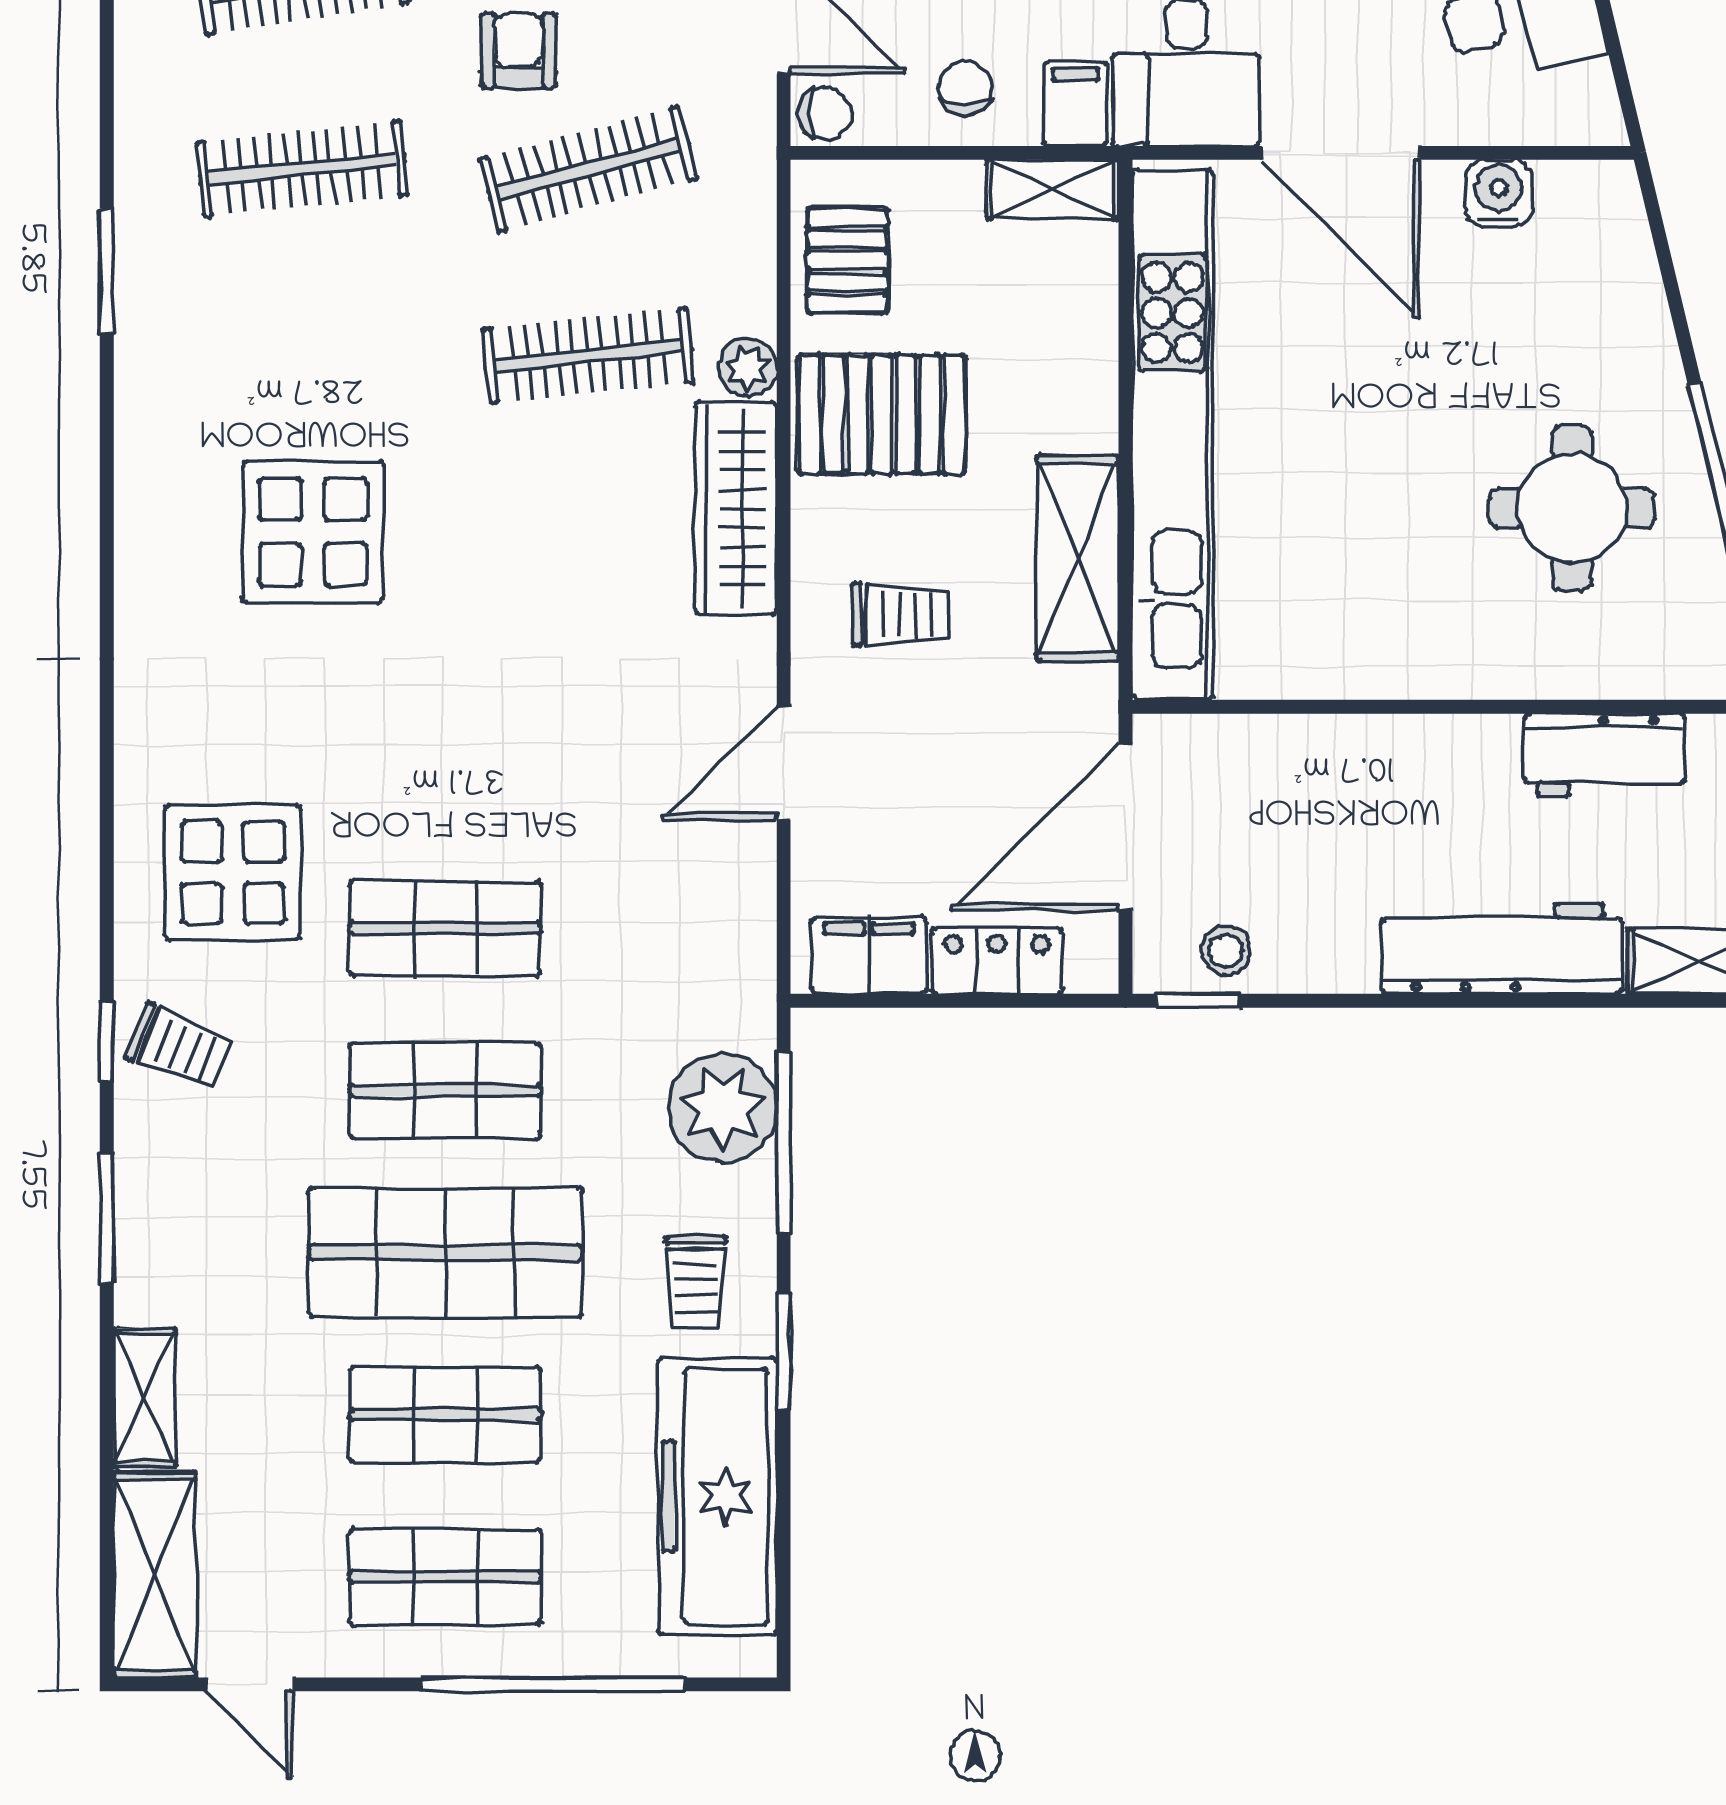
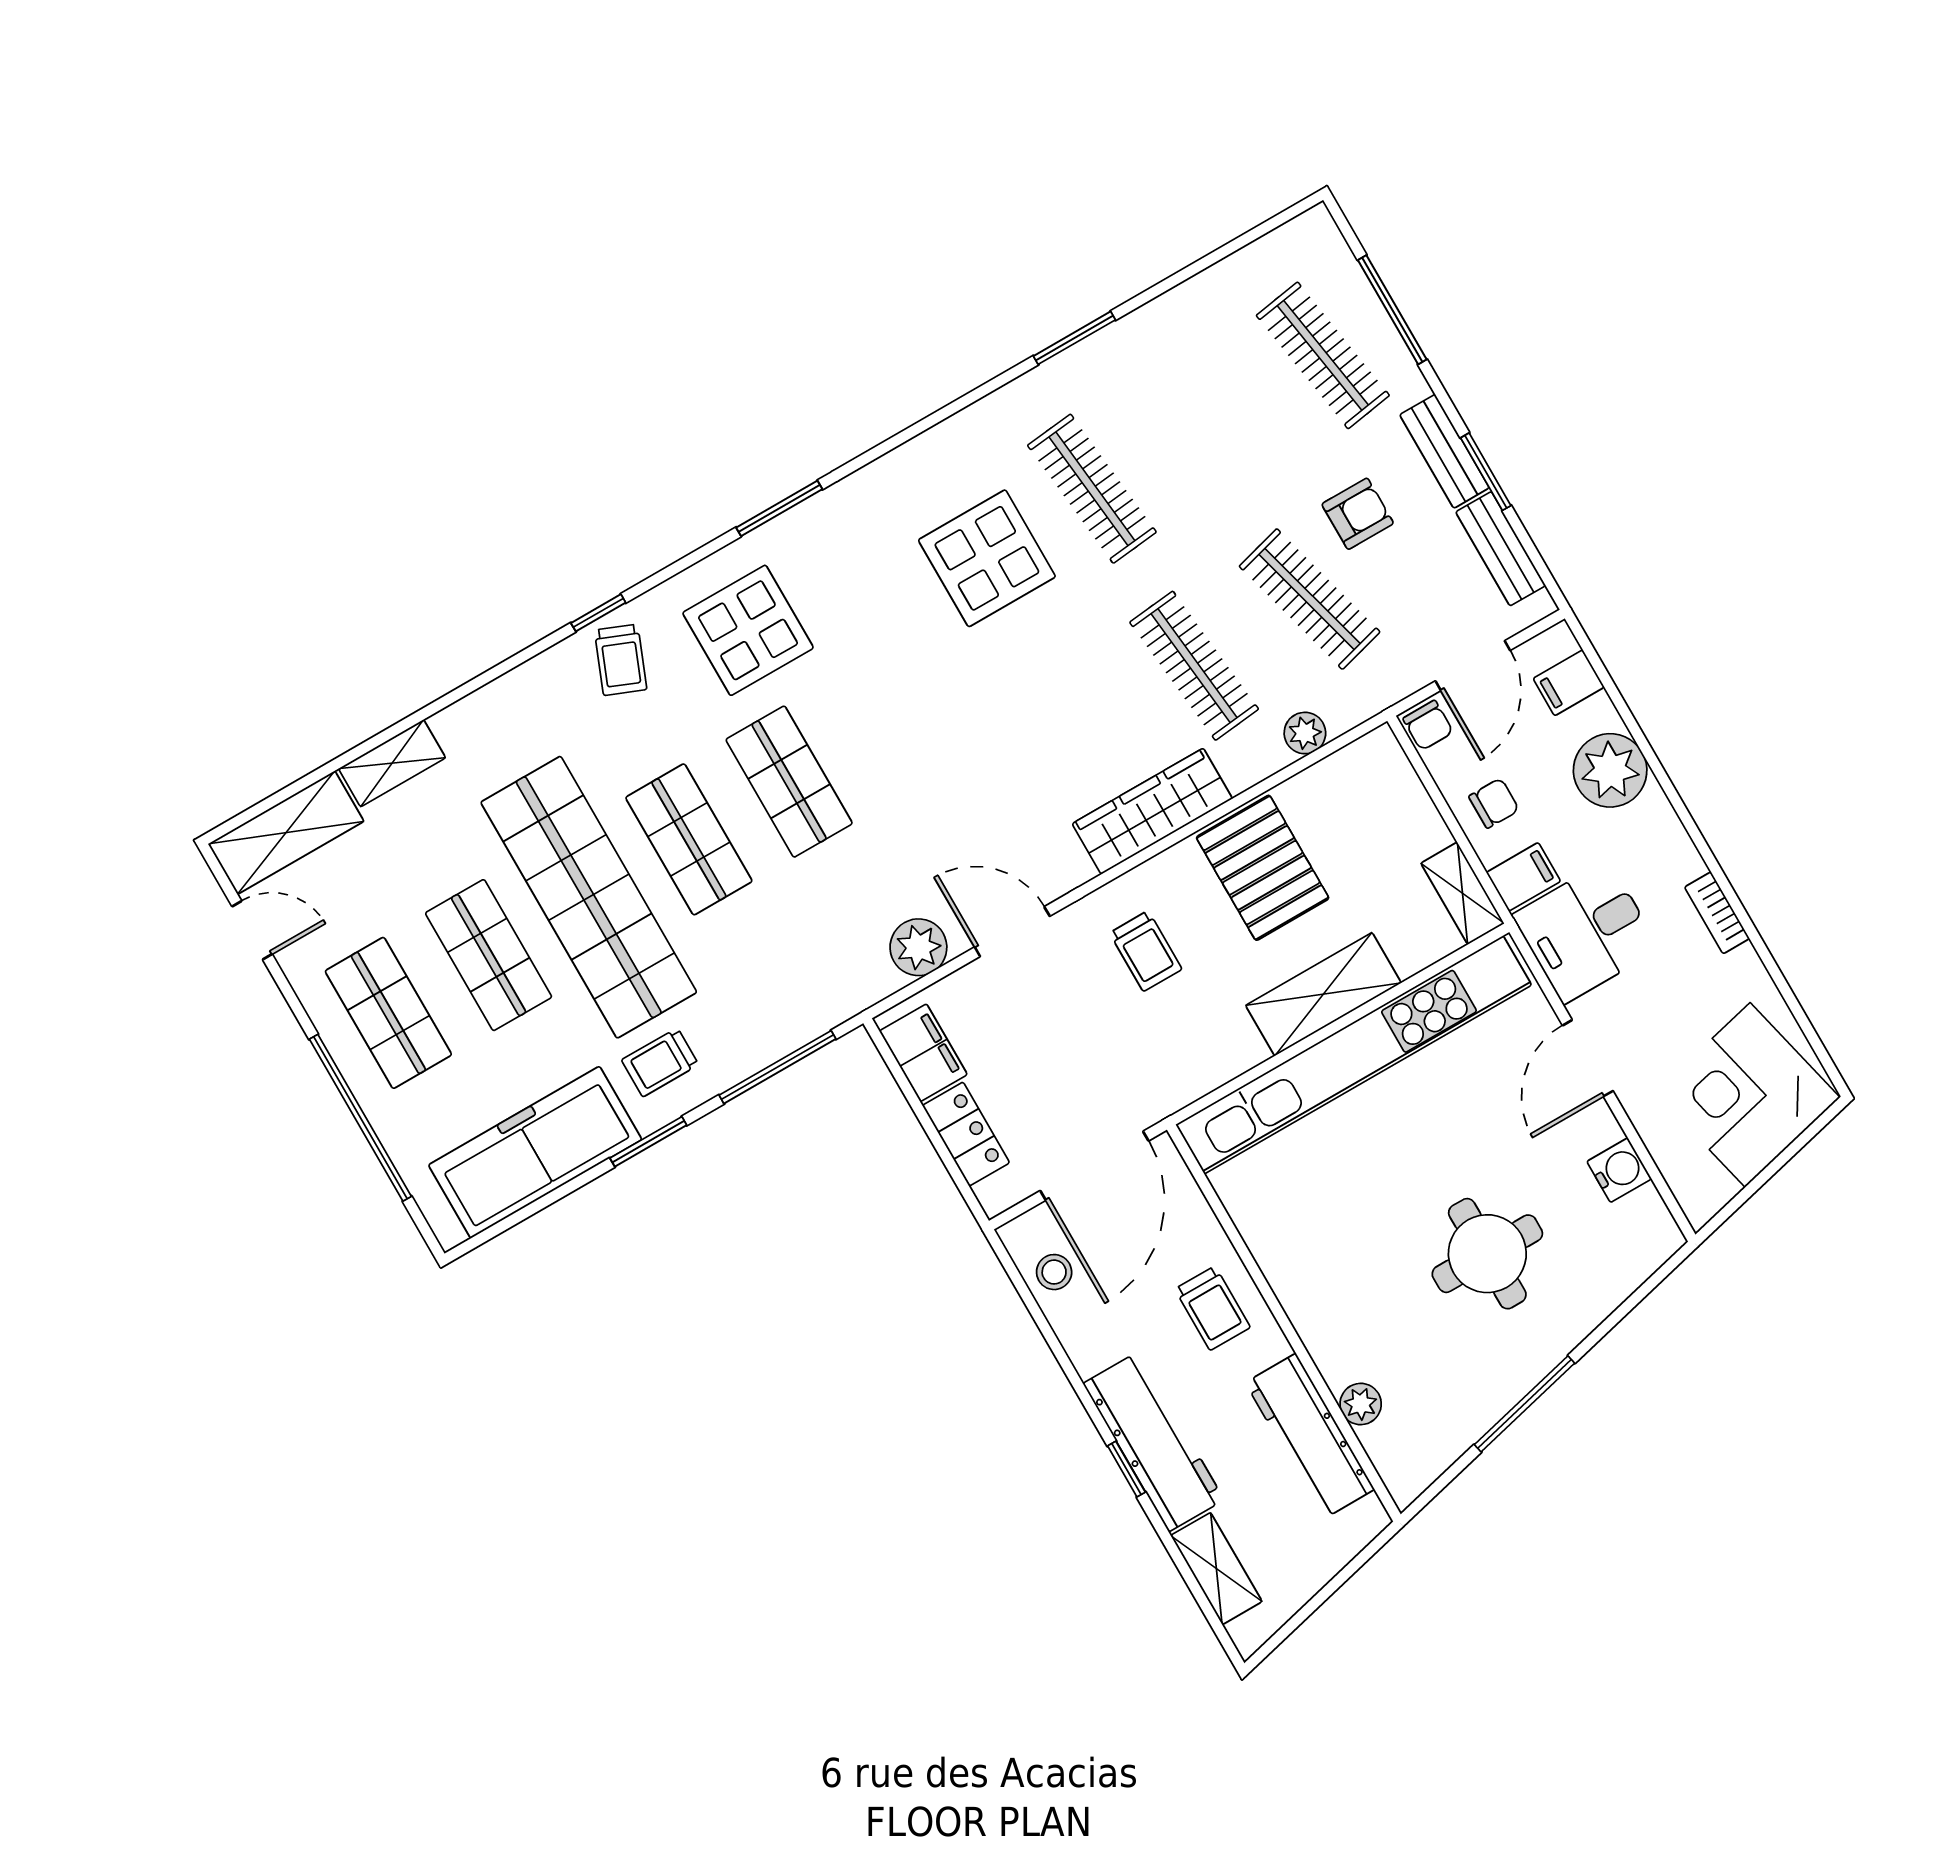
door: (1341, 153) -> (1588, 1058), width x0.73
clothes rail: (302, 169) -> (1092, 489), moved
pallet: (847, 261) -> (1345, 792), removed
plant: (748, 368) -> (1305, 733), moved
round table: (1572, 508) -> (1487, 1254), moved
shelving: (1078, 558) -> (1323, 994), moved
plant: (1601, 671) -> (1361, 1404), added
workbench: (1604, 755) -> (1310, 1436), width x1.38
trolley: (1381, 784) -> (1212, 1308), added
door: (1126, 827) -> (1094, 1166), swing flipped
window: (1198, 1001) -> (1126, 1469), moved
plant: (723, 1108) -> (918, 947), moved, width x0.73, depth x0.73
window: (107, 1218) -> (779, 508), moved
shop shelf: (445, 1253) -> (589, 897), width x1.40
door: (249, 1684) -> (252, 930), swing flipped

